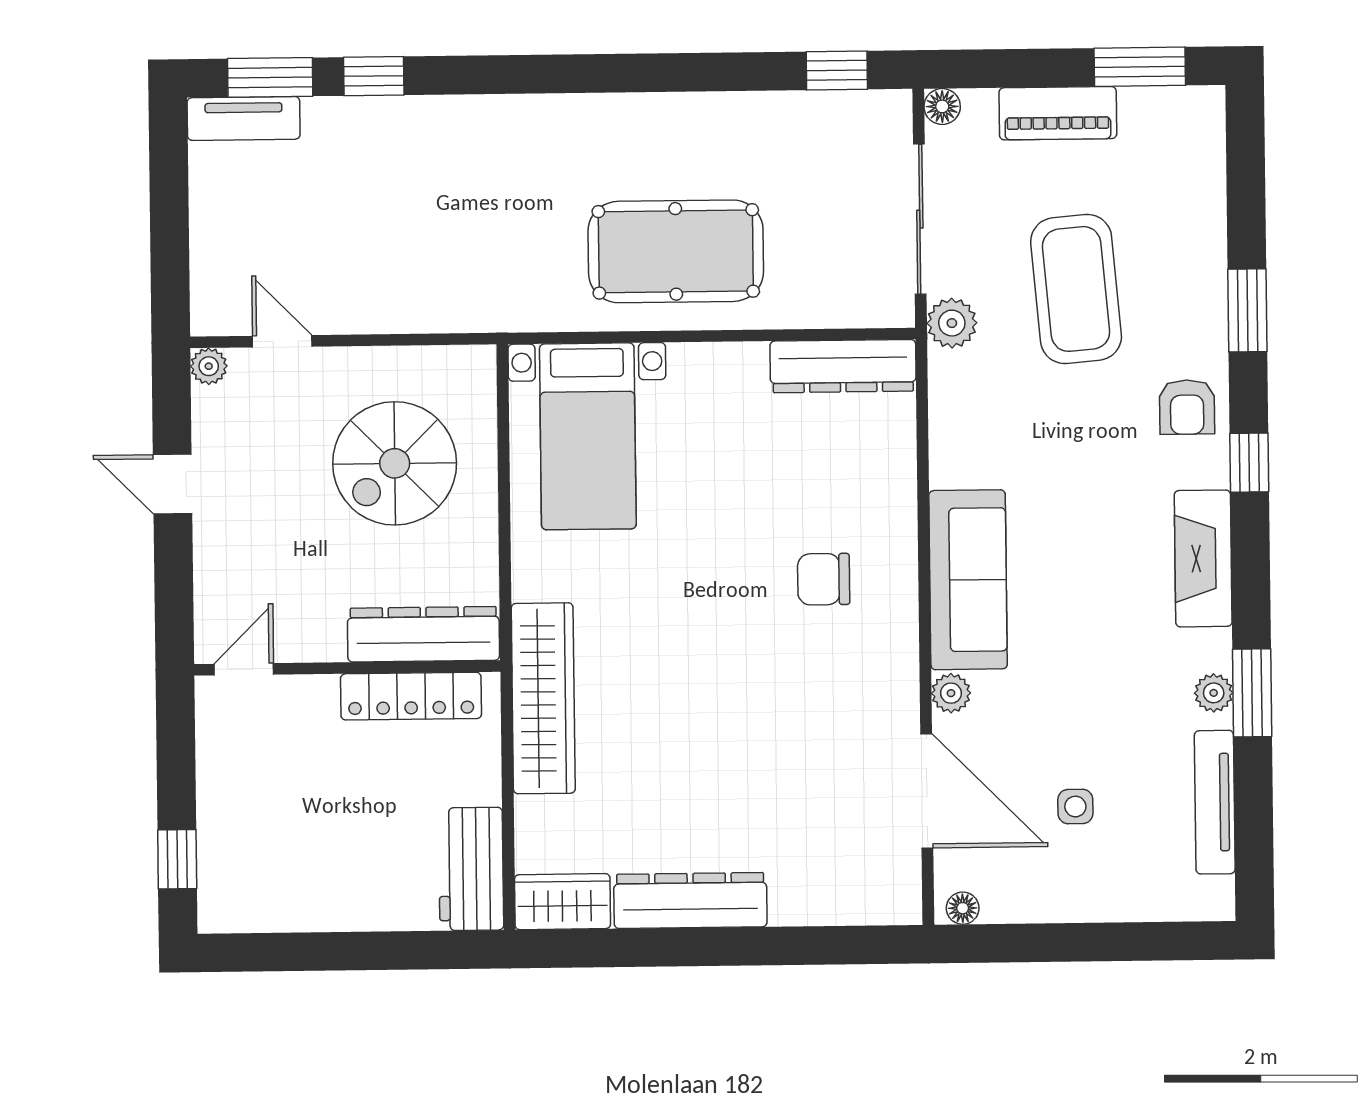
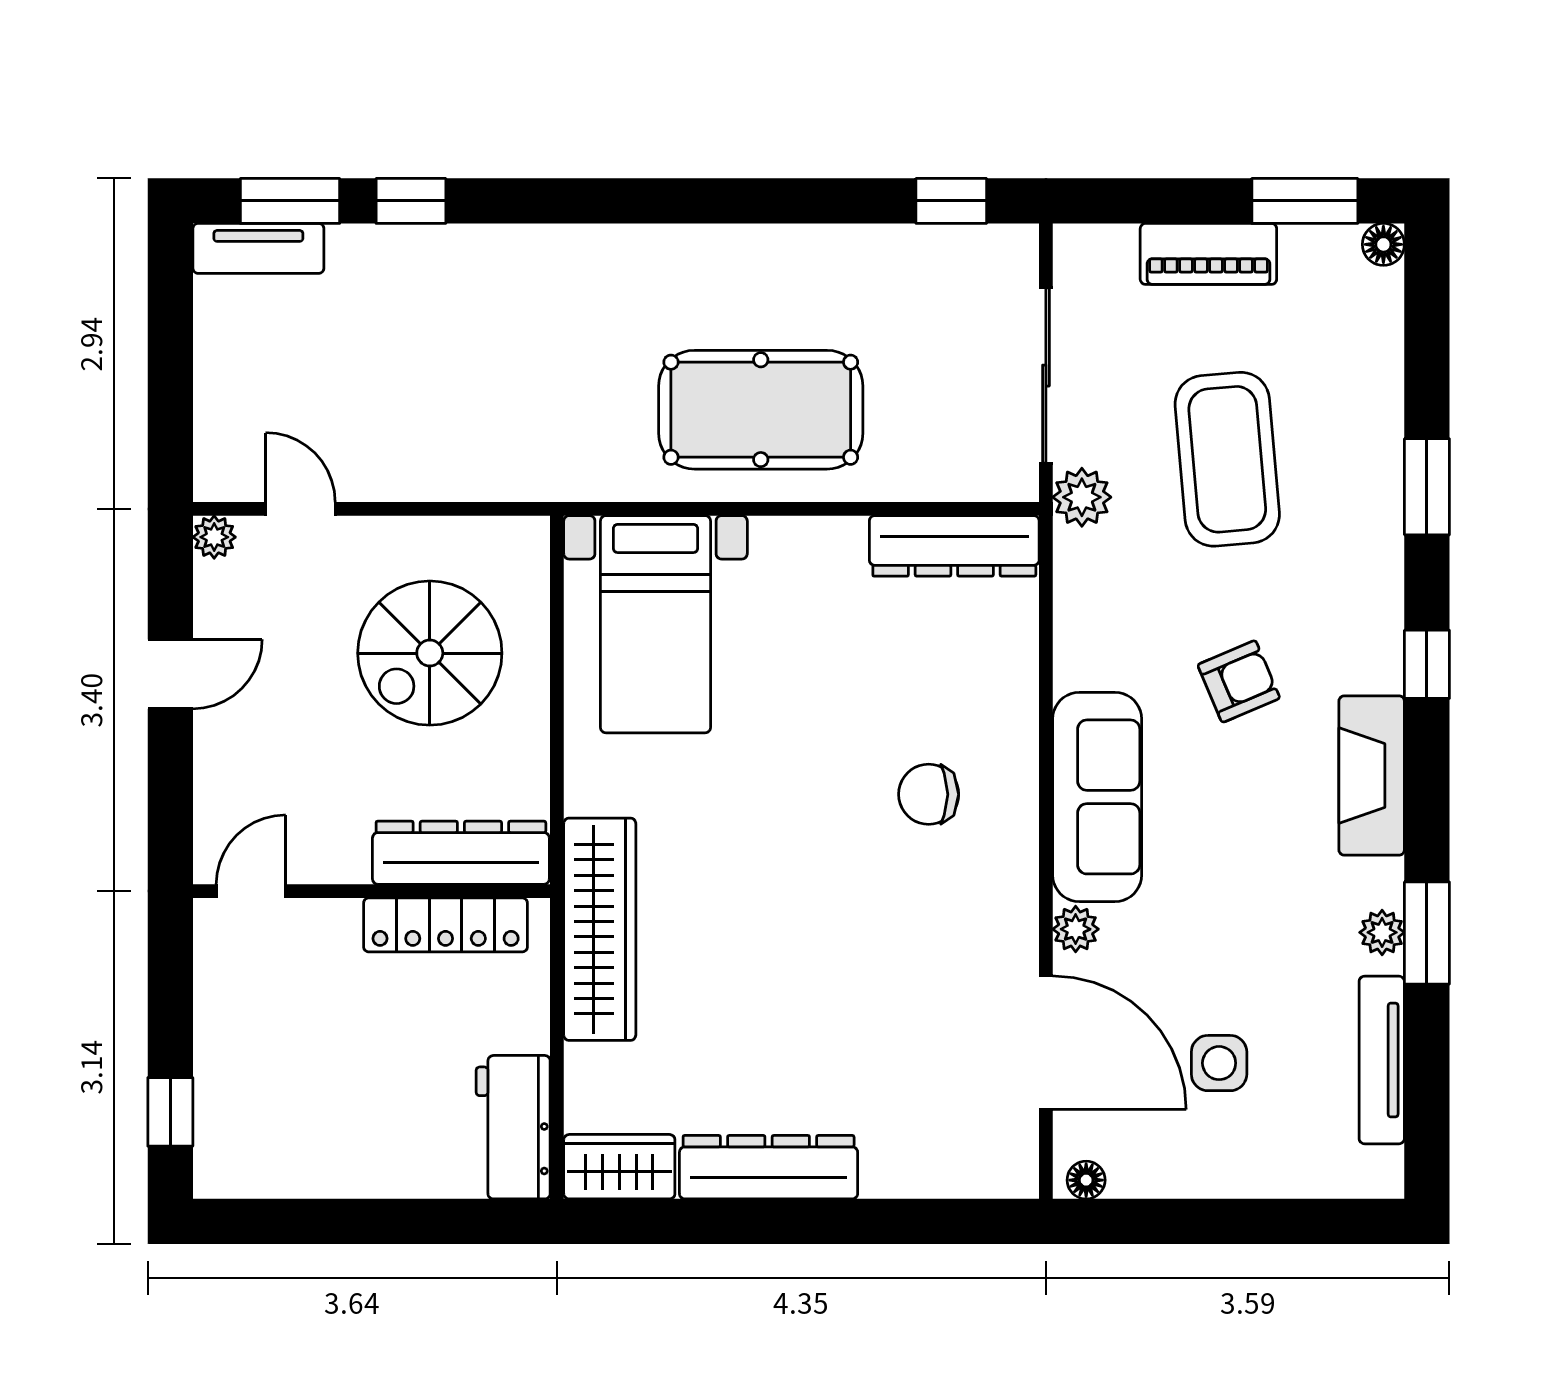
floor lamp: (942, 106) -> (1383, 244), moved
armchair: (1187, 407) -> (1239, 681), moved, turned -113
door: (173, 484) -> (170, 674), swing flipped
side table: (1075, 807) -> (1219, 1063), width x1.37, depth x1.37

